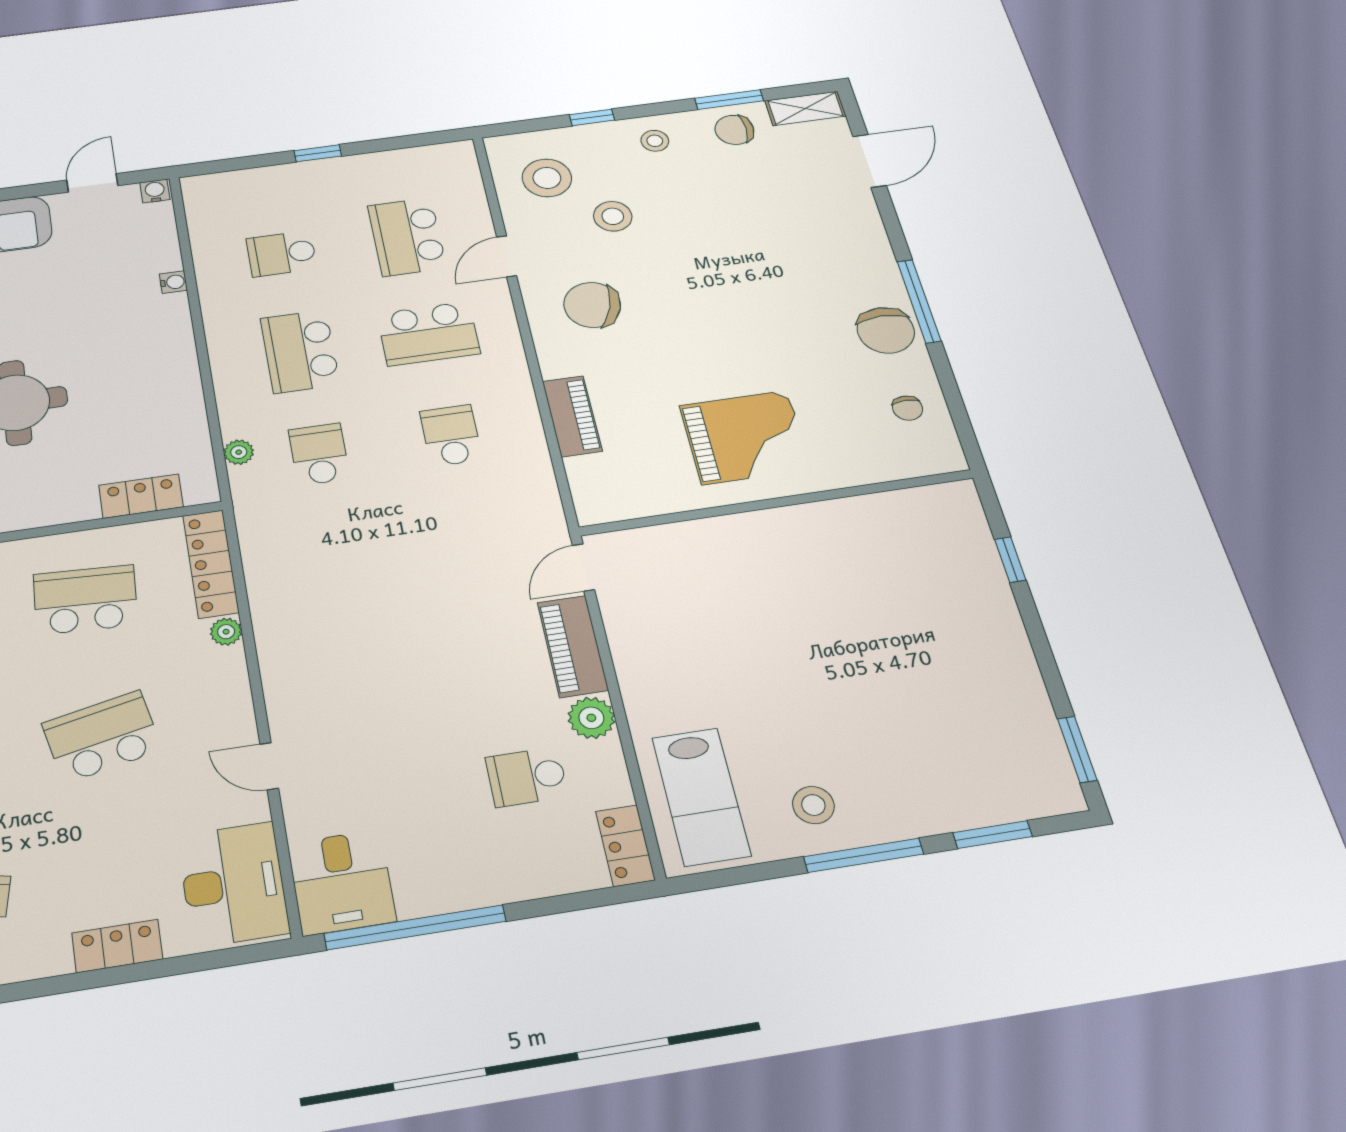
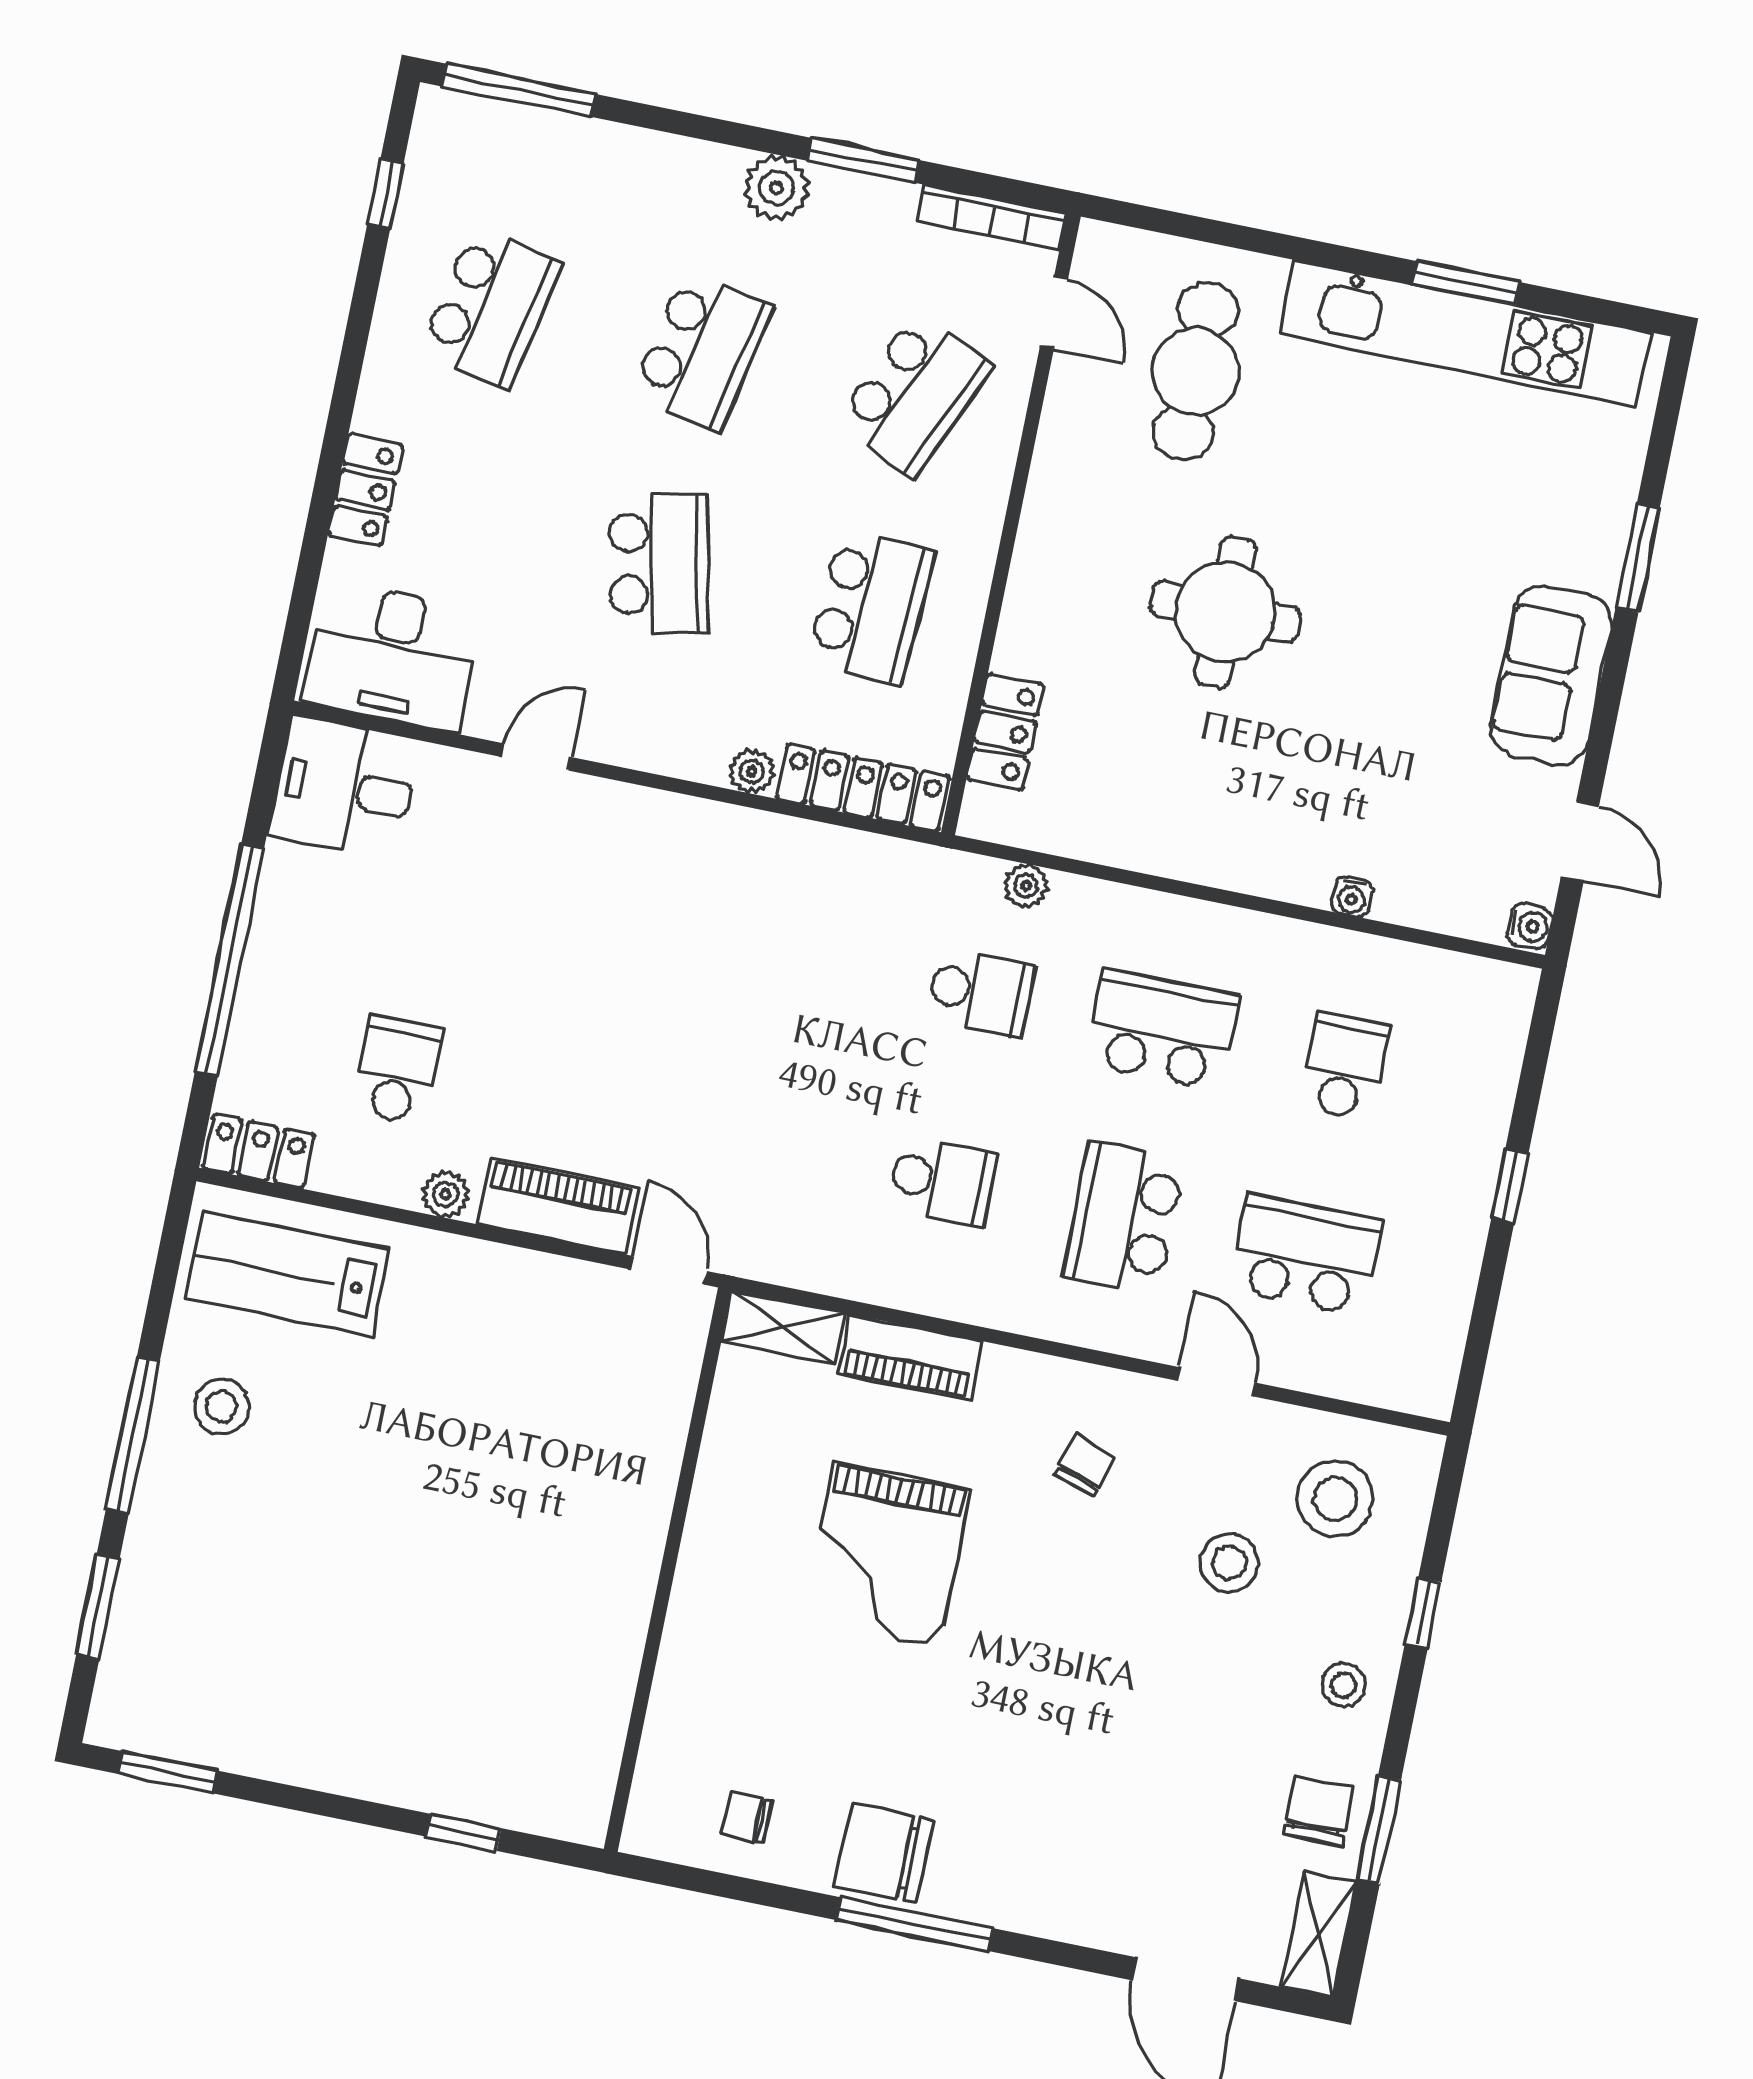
chair: (592, 305) -> (1085, 1466), width x0.54, depth x0.54
grand piano: (745, 437) -> (886, 1555), moved
shelving: (588, 491) -> (783, 1327), added
plant: (591, 718) -> (445, 1194), width x0.73, depth x0.73
window: (415, 927) -> (229, 960), moved

